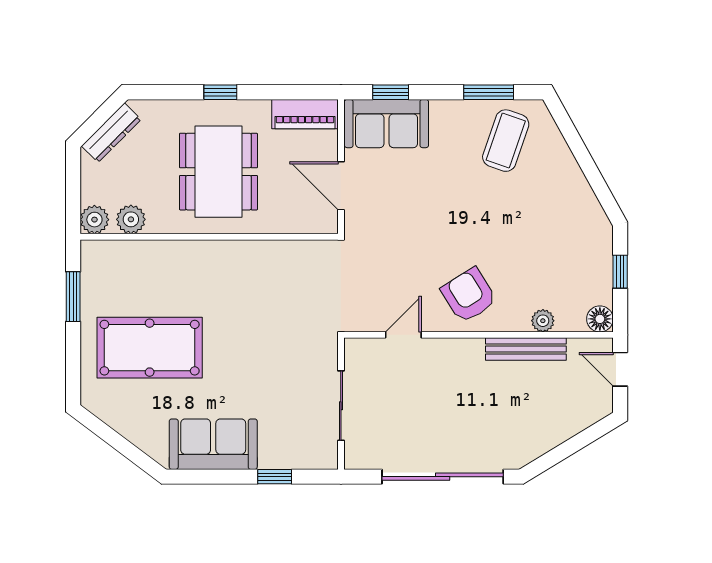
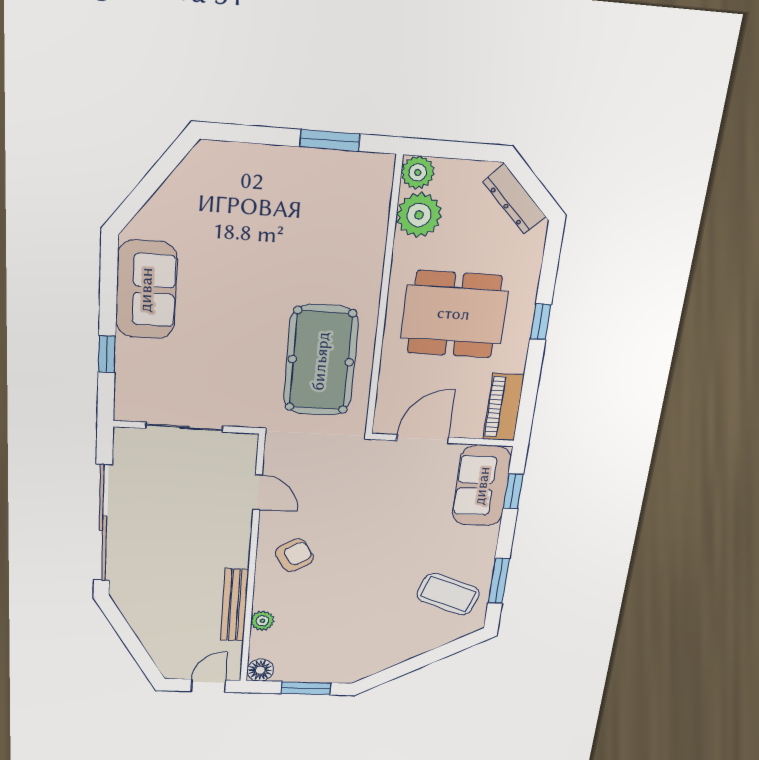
plant: (131, 219) -> (419, 215), width x1.36, depth x1.36
window: (620, 272) -> (306, 688), width x1.50
armchair: (469, 295) -> (294, 555), width x0.72, depth x0.72
pool table: (150, 348) -> (321, 361), moved

